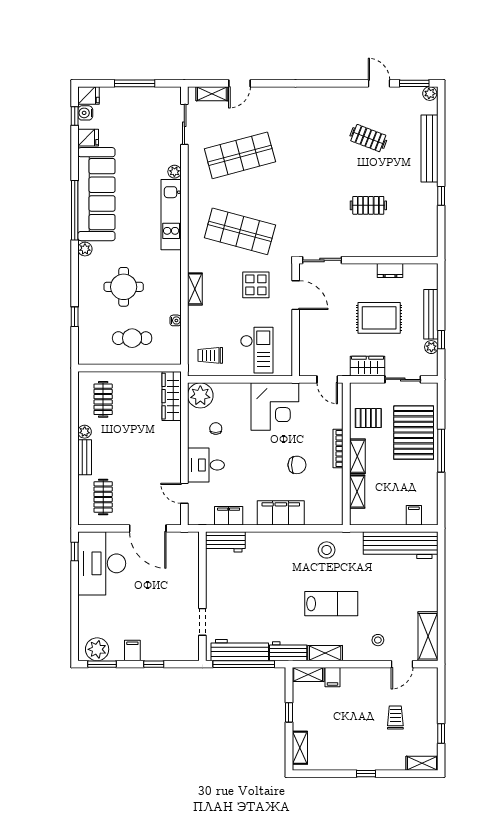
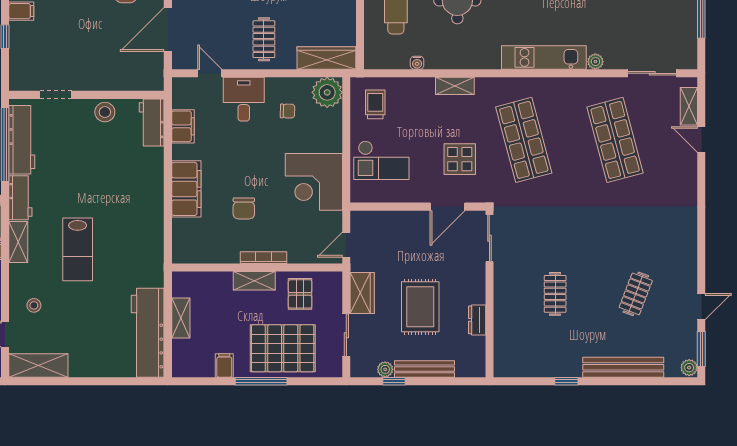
shop shelf: (240, 231) -> (524, 140), turned -30
clothes rail: (156, 448) -> (264, 39), added
shelving: (357, 492) -> (181, 318), moved, turned 90
door: (184, 493) -> (210, 73), hinge flipped
filing cabinet: (414, 515) -> (224, 365), moved, turned -90
stool: (327, 550) -> (105, 112), moved

